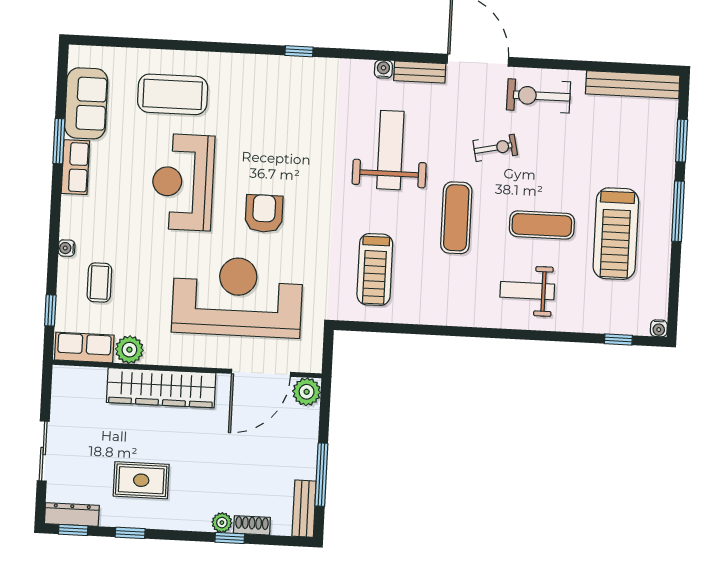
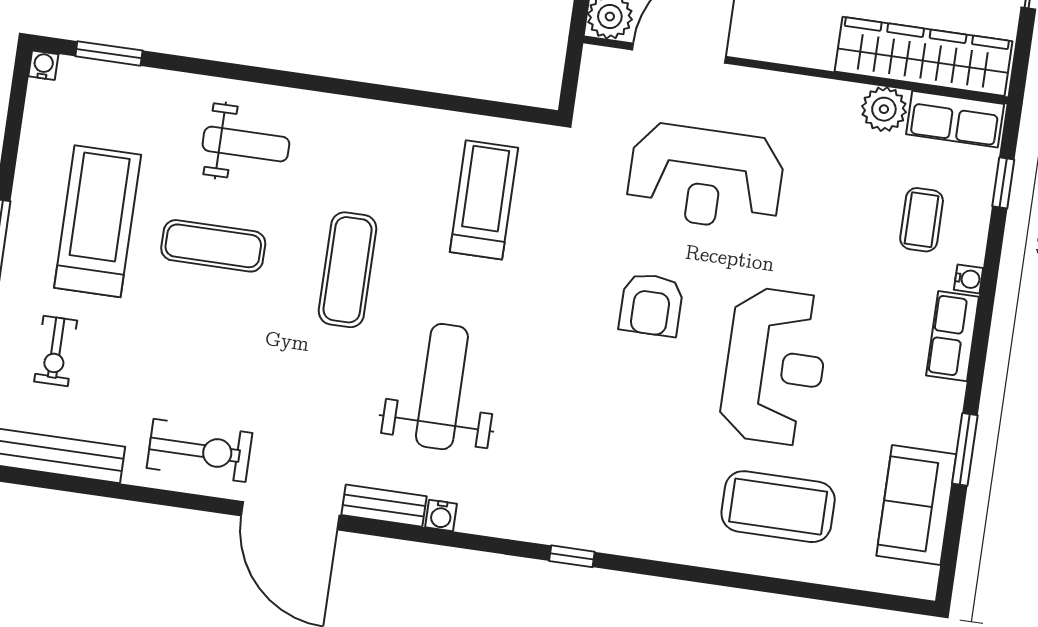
exercise bike: (495, 148) -> (56, 351), moved, turned -78
weight bench: (390, 150) -> (442, 387), turned 180
row of seats: (75, 167) -> (953, 336), moved
reception desk: (237, 297) -> (706, 177), width x0.74, depth x0.77
window: (618, 339) -> (109, 53), width x1.50
wardrobe: (161, 388) -> (924, 56), moved

